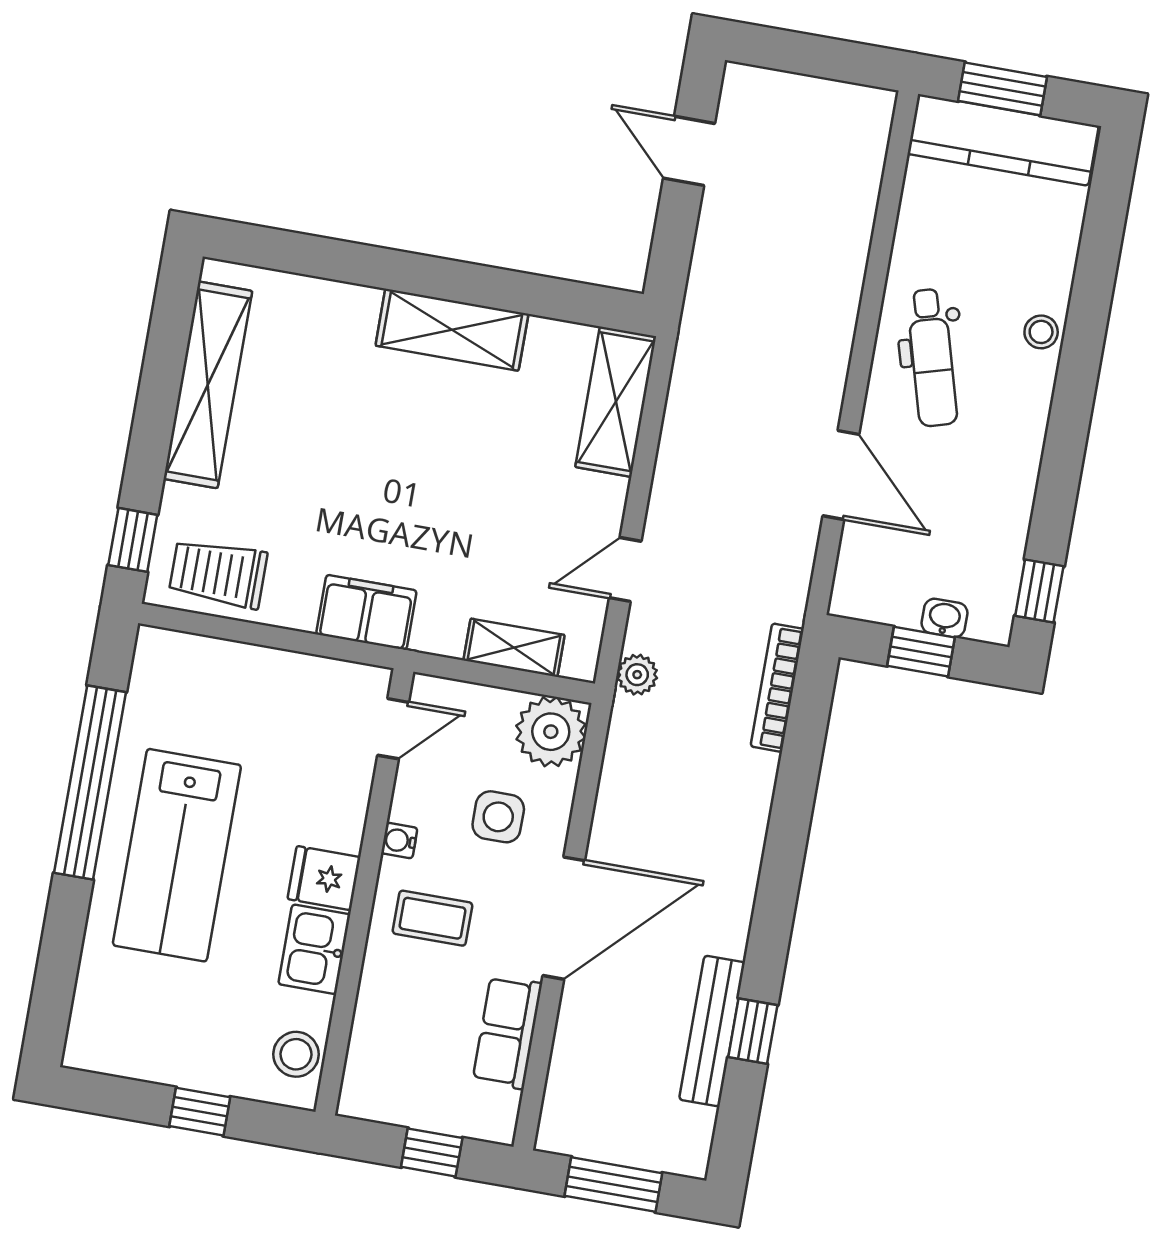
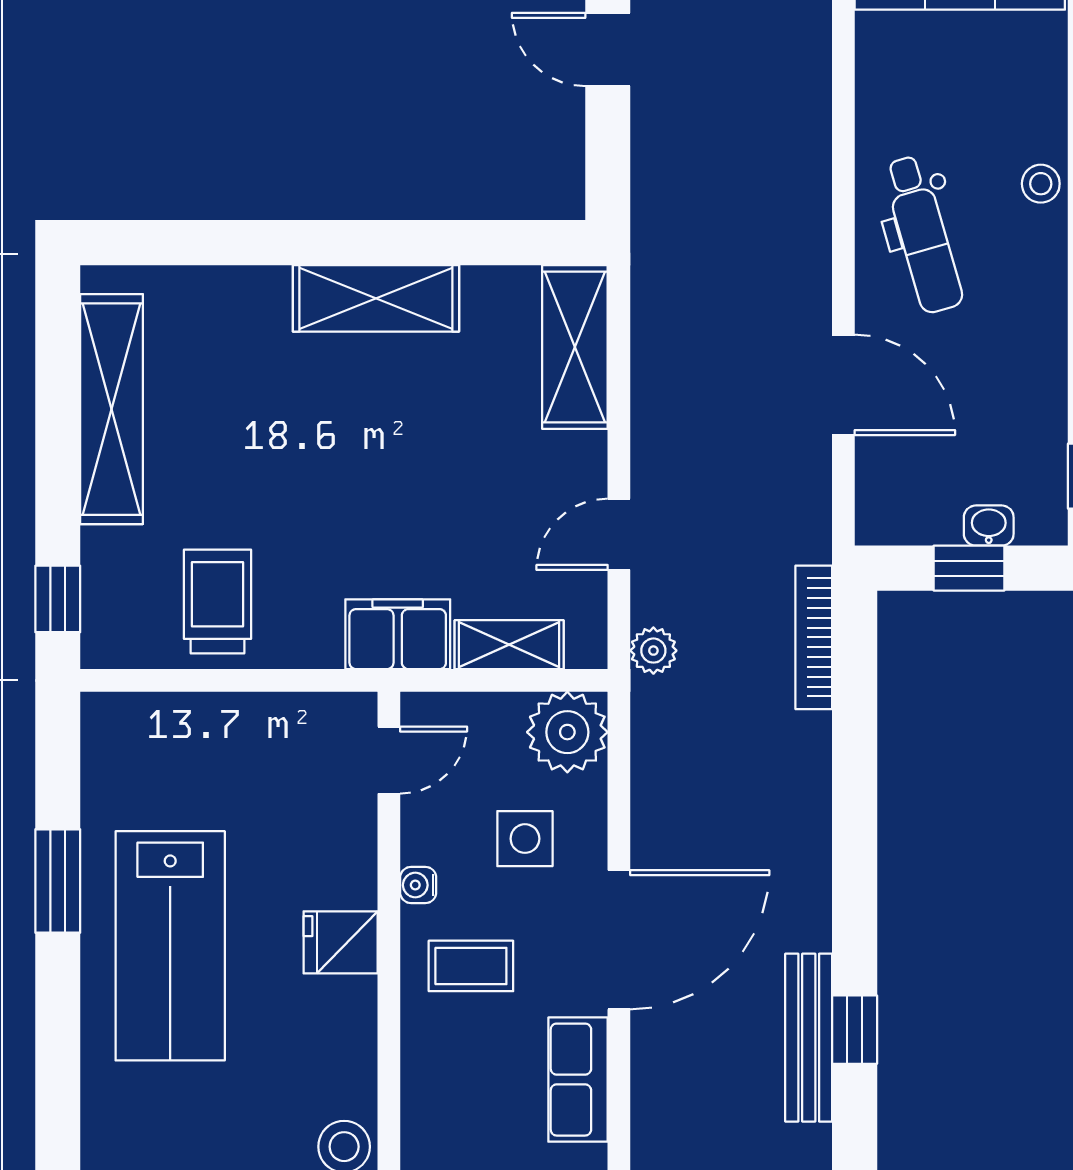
trolley: (218, 573) -> (218, 602), moved, turned 90
filing cabinet: (366, 612) -> (398, 634), moved
window: (90, 782) -> (58, 881), width x0.47
kitchen sink: (314, 949) -> (344, 1025), removed

